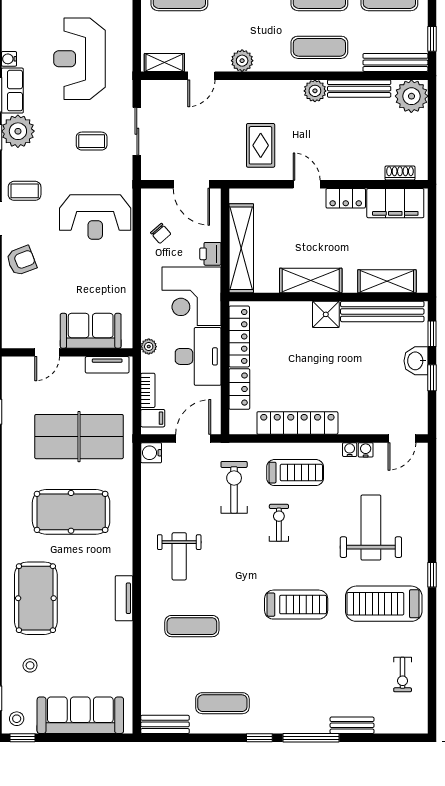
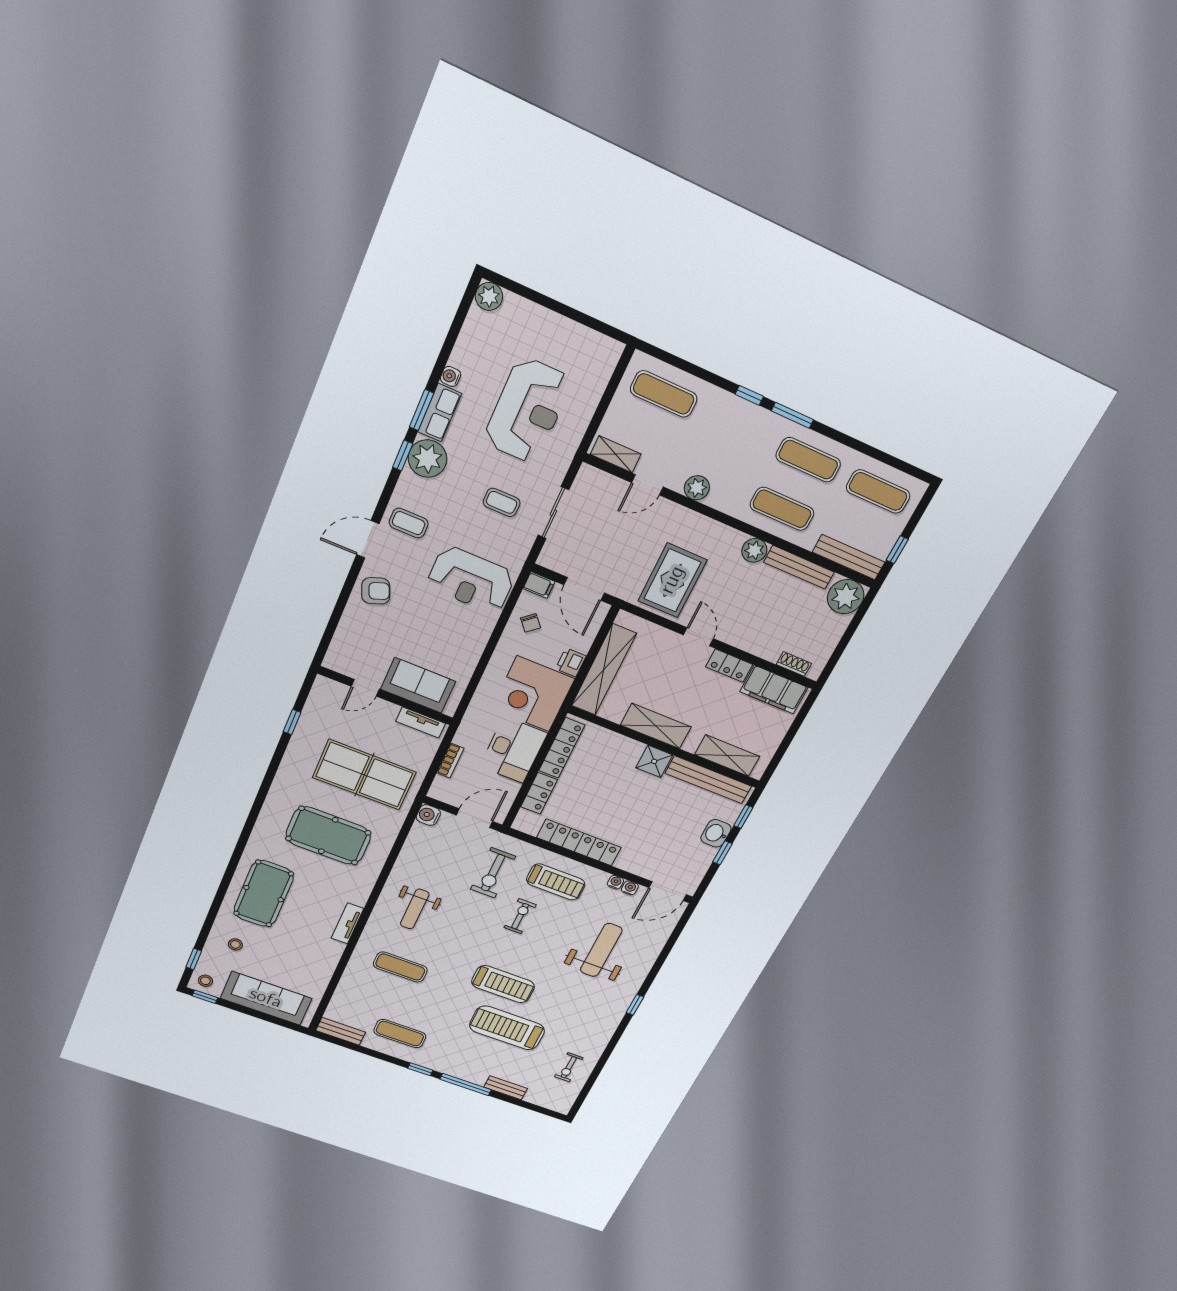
reception desk: (80, 59) -> (527, 410), turned 180
rug: (261, 145) -> (672, 580), width x1.36, depth x1.43
plant: (149, 347) -> (469, 722), removed
filing cabinet: (153, 418) -> (539, 585), moved
door: (402, 438) -> (668, 891), width x1.38
exercise bike: (234, 487) -> (493, 873), turned 180
treadmill: (384, 604) -> (507, 1028), moved

